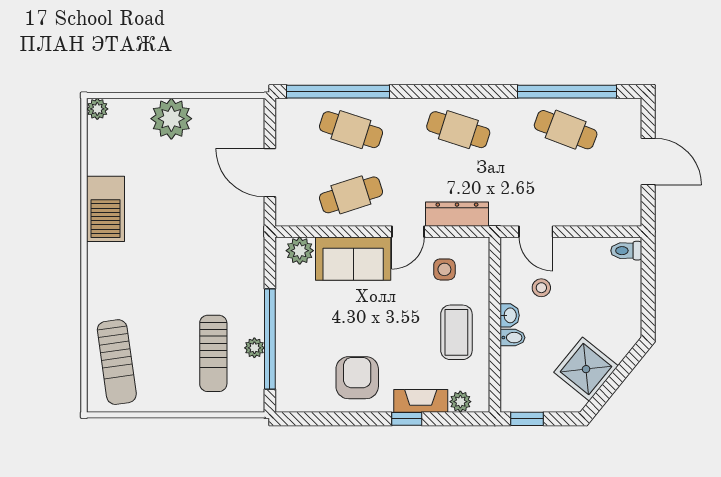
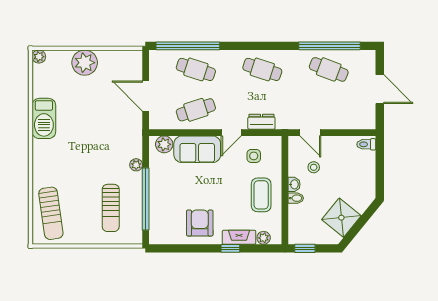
dresser: (457, 214) -> (261, 122), width x0.70
plant: (254, 348) -> (136, 165), moved

